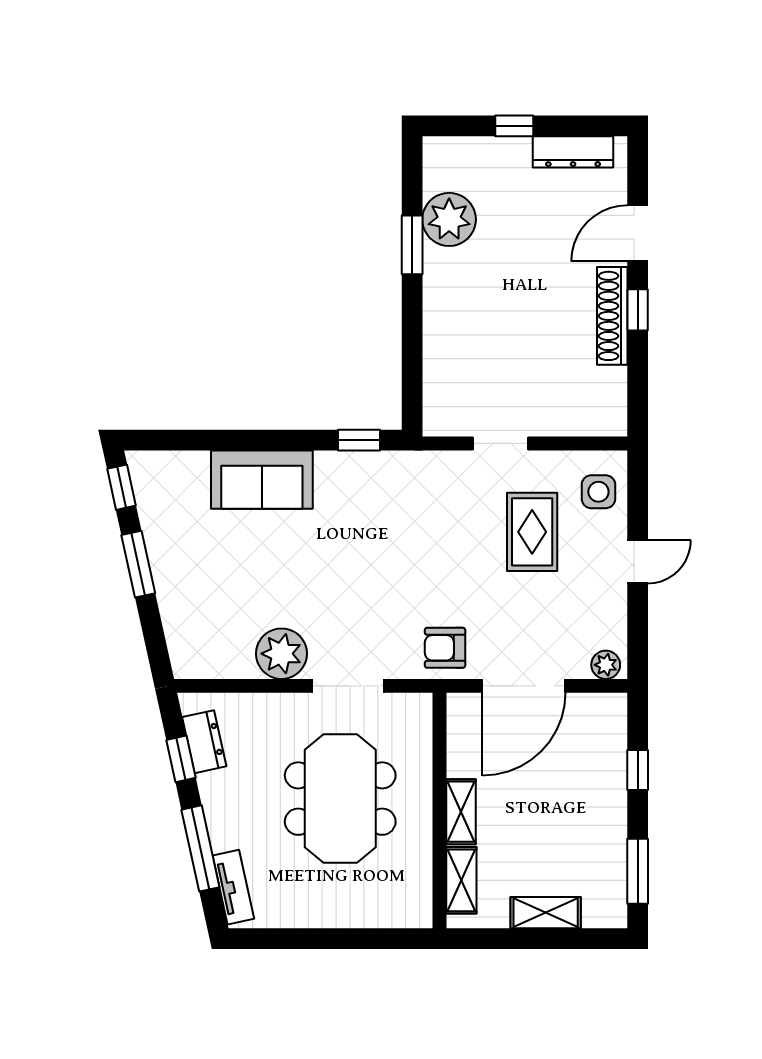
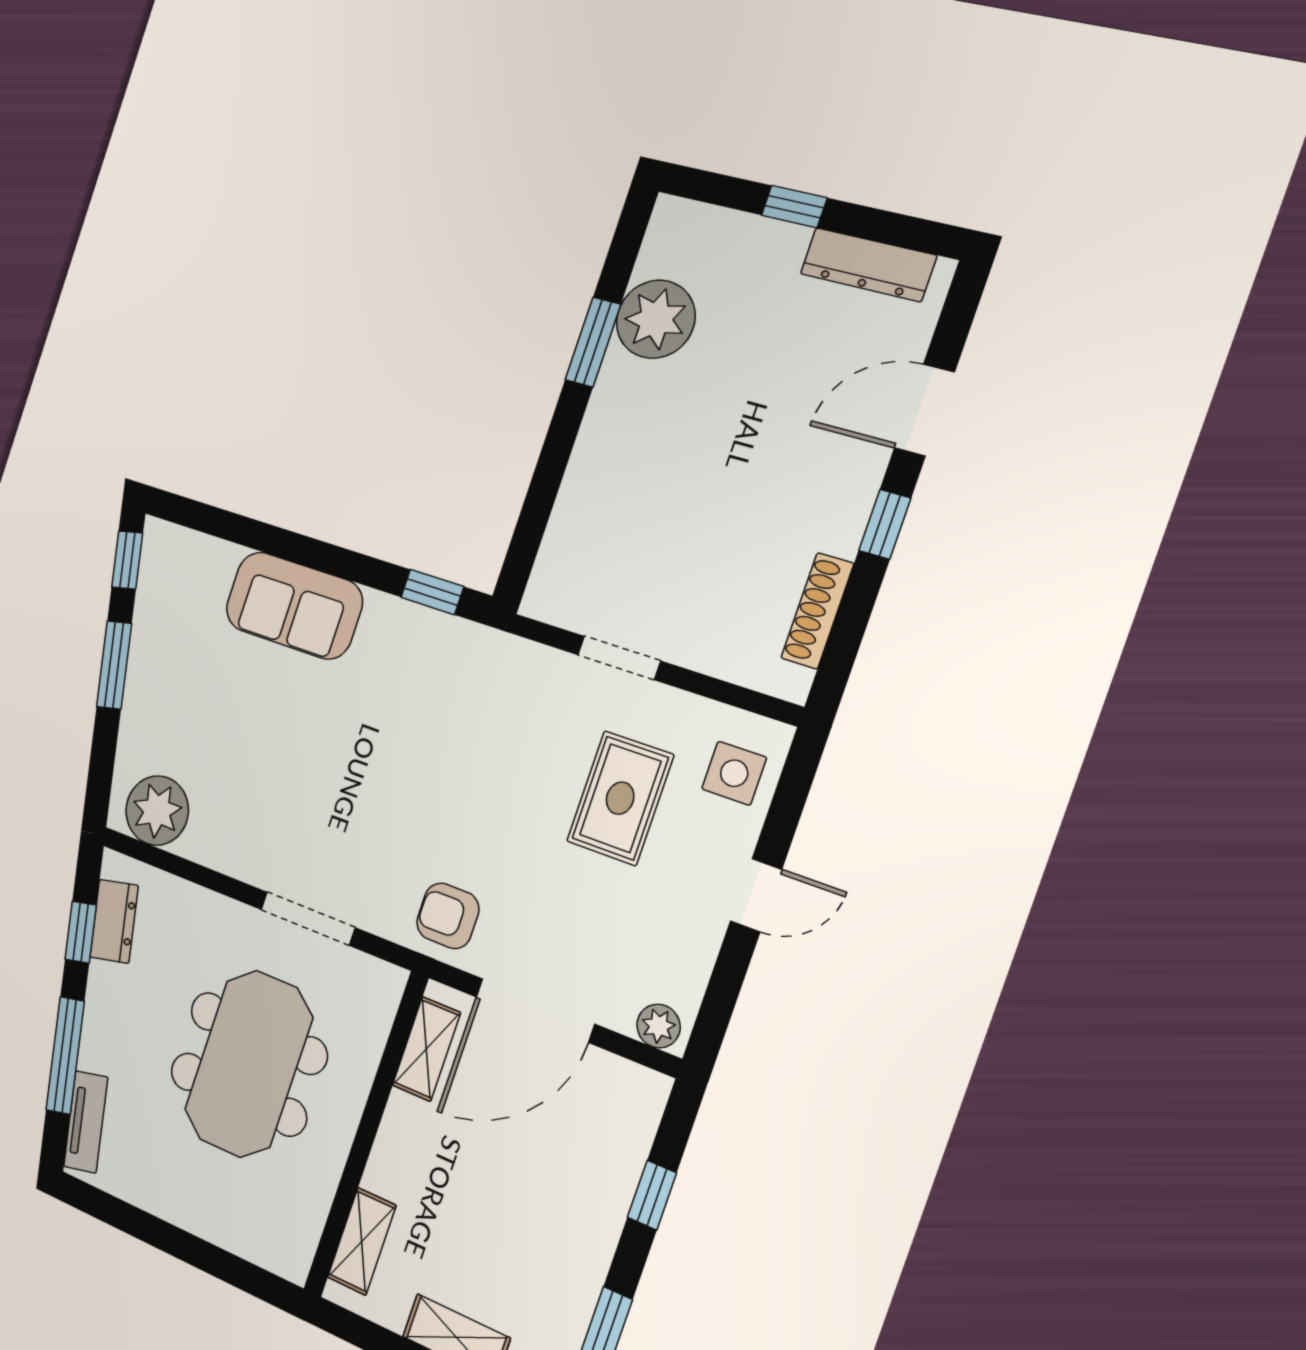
shoe rack: (612, 316) -> (817, 611), moved, width x0.74, depth x0.81
plant: (281, 654) -> (157, 811), moved
shelving: (461, 812) -> (426, 1049), moved

